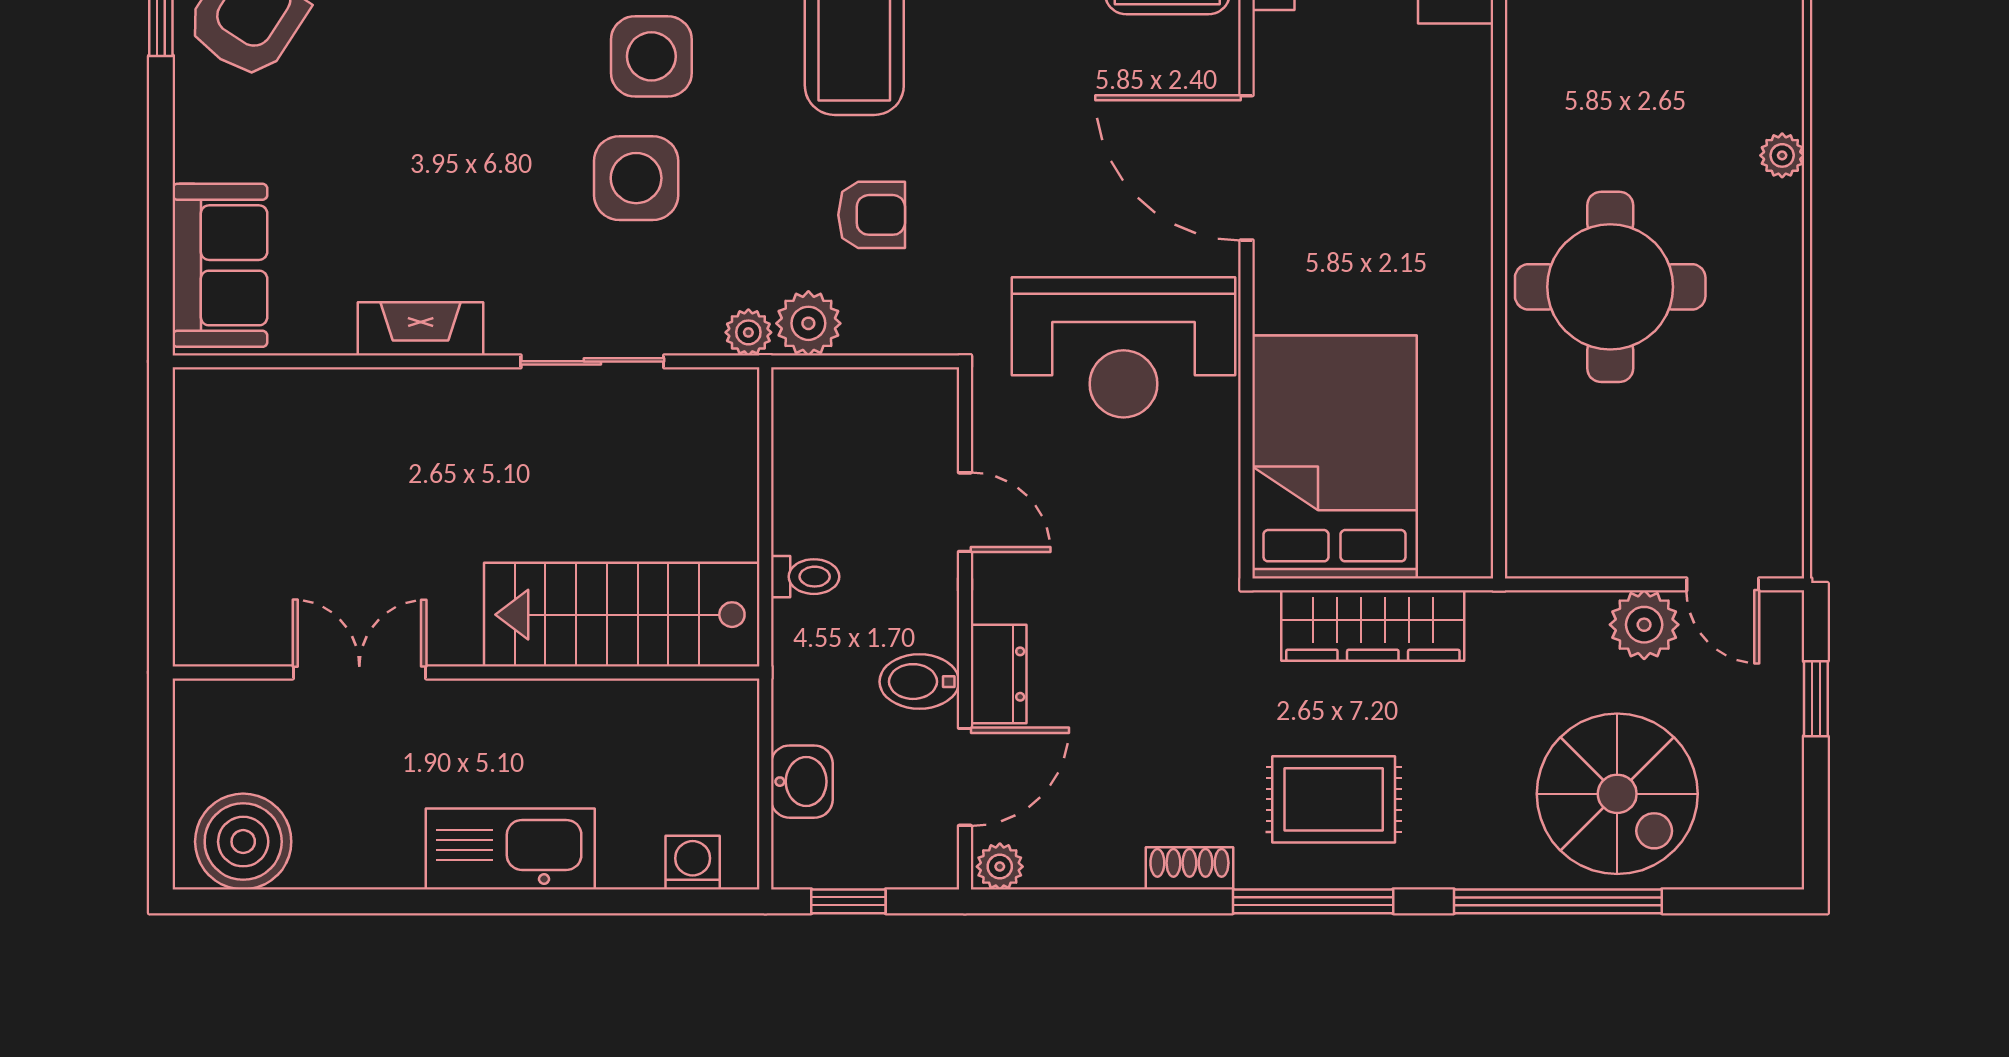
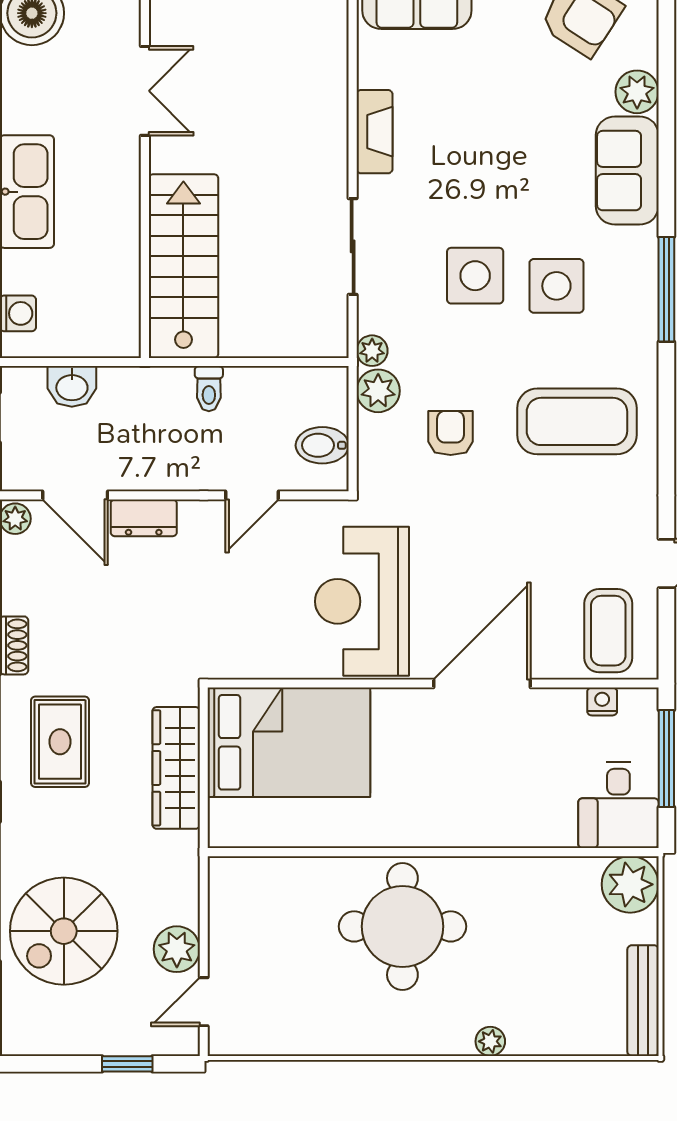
armchair: (872, 215) -> (451, 433), turned 180
bidet: (919, 682) -> (322, 445), moved, turned -90

